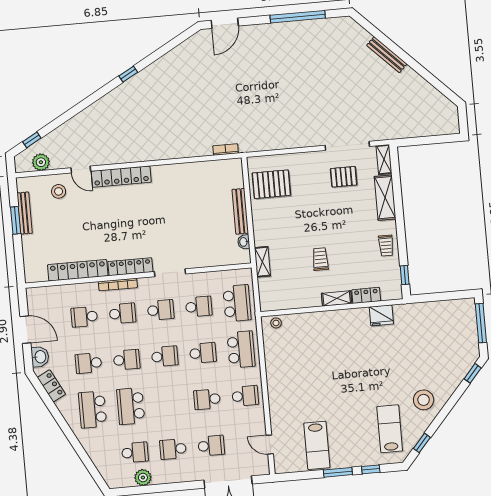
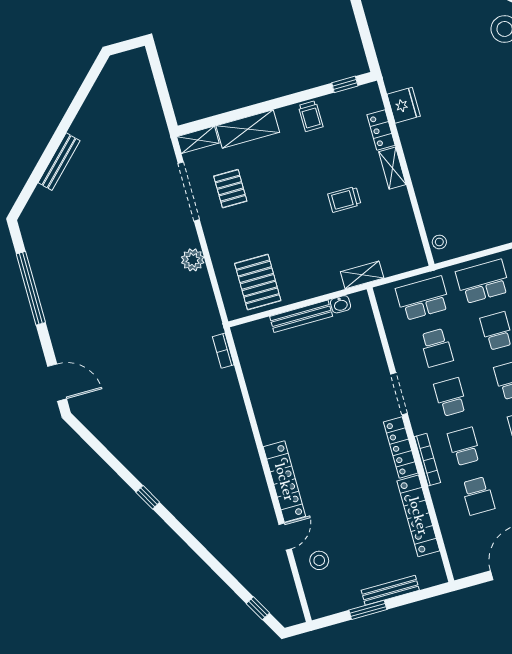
plant: (41, 162) -> (193, 260), moved
bench: (25, 213) -> (390, 590), moved
trolley: (386, 246) -> (311, 116), turned 90
school desk: (199, 307) -> (437, 348), turned 180

